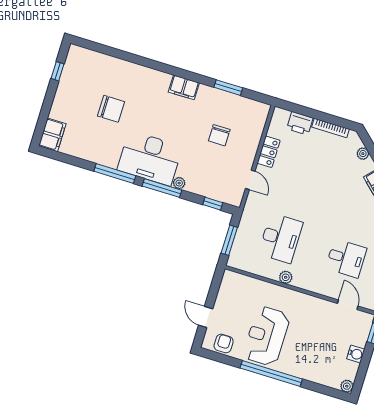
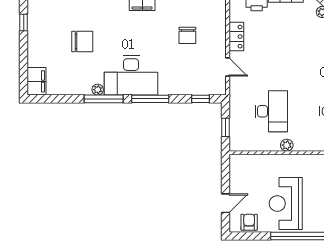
plant: (179, 183) -> (98, 90), moved
window: (229, 240) -> (226, 127), width x0.67
door: (206, 317) -> (226, 203), swing flipped

